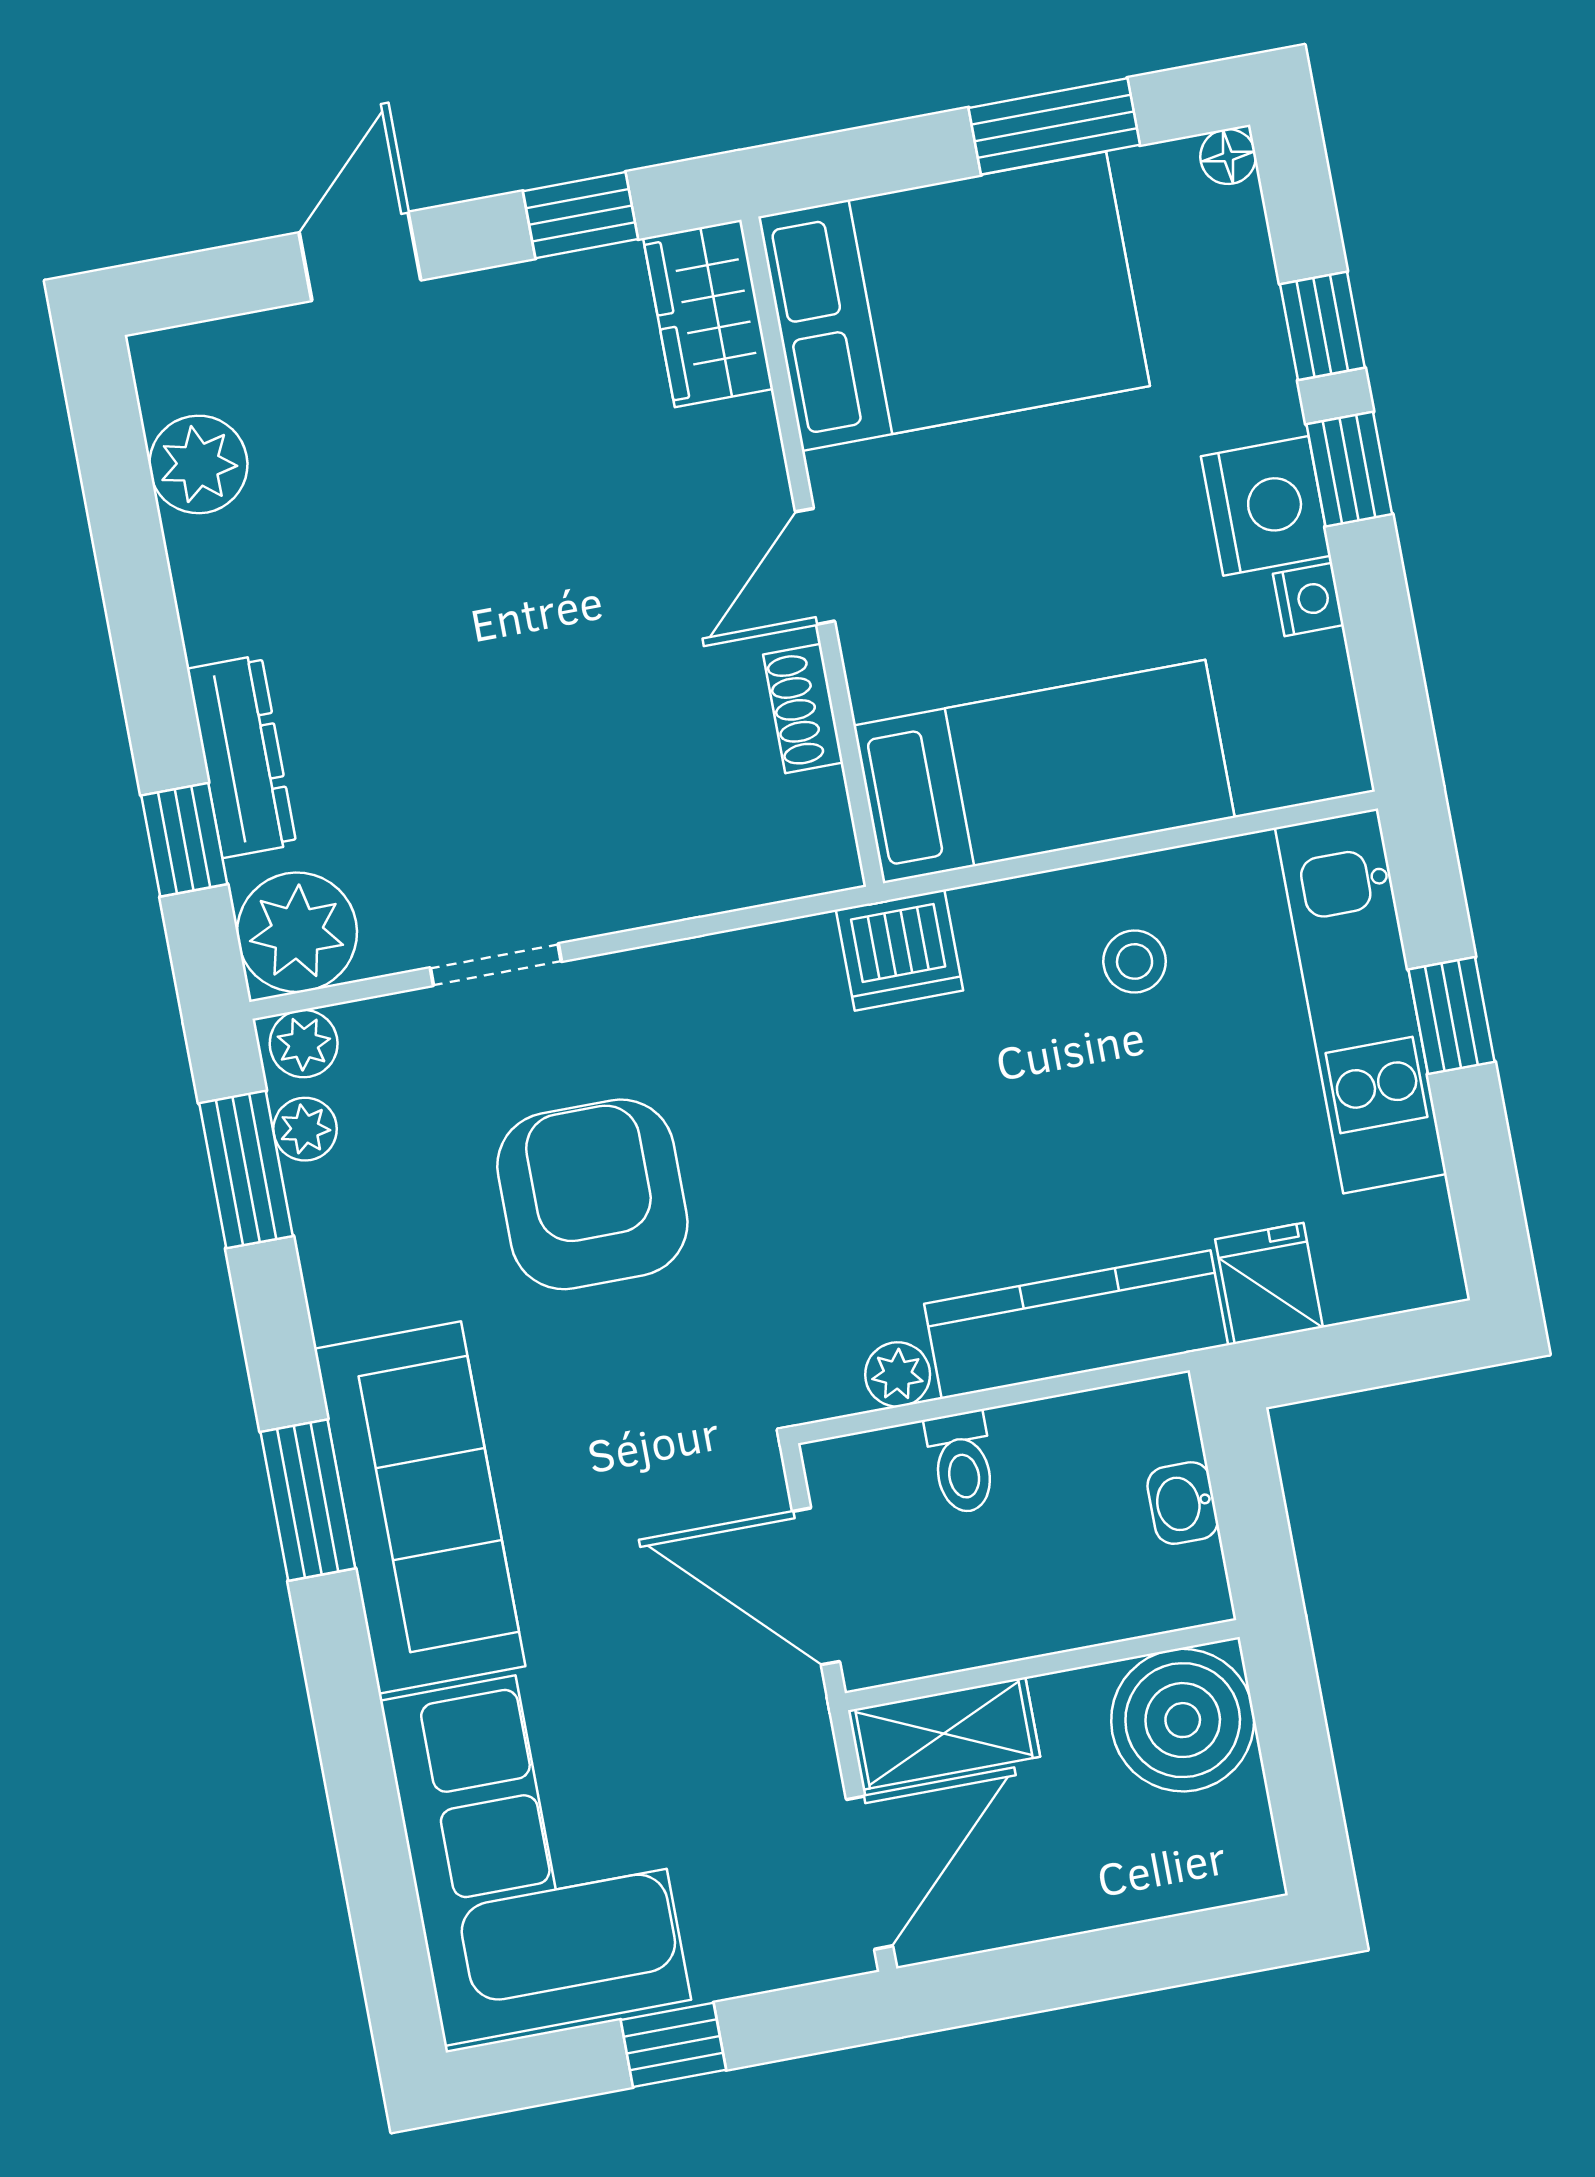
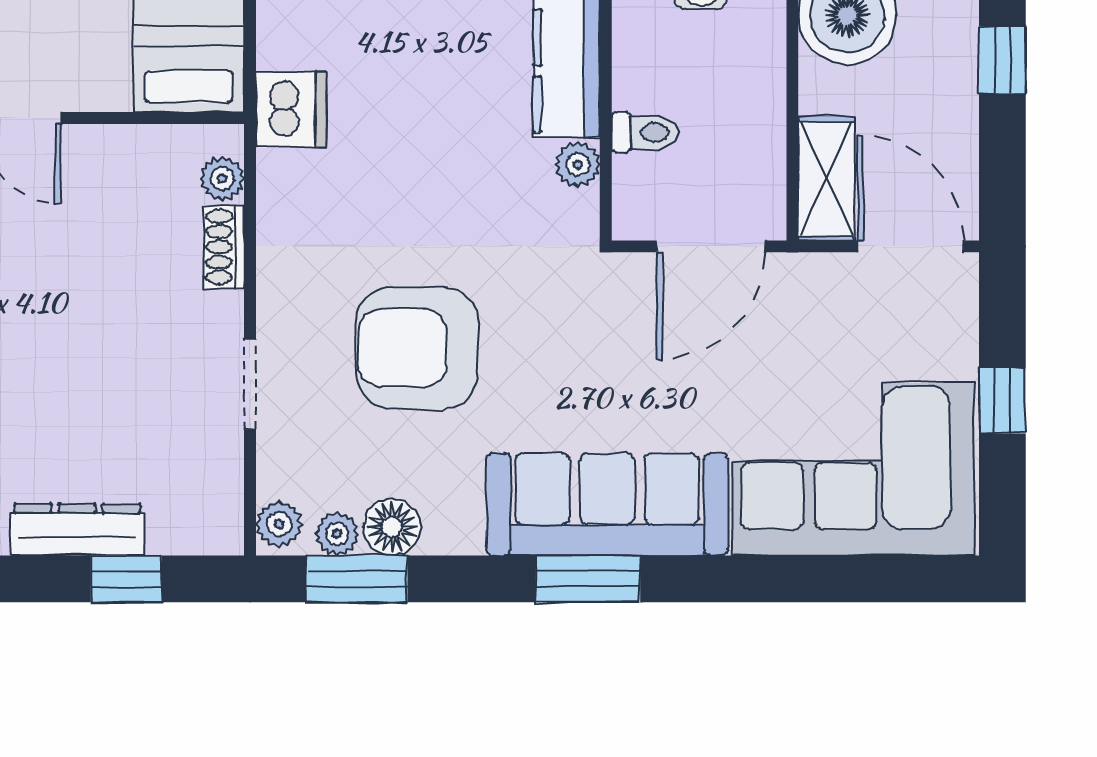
shoe rack: (803, 708) -> (224, 247), moved, turned 90
plant: (297, 932) -> (222, 179), moved, width x0.53, depth x0.53
floor lamp: (329, 1206) -> (392, 527), added
window: (1160, 1954) -> (1002, 60), added

